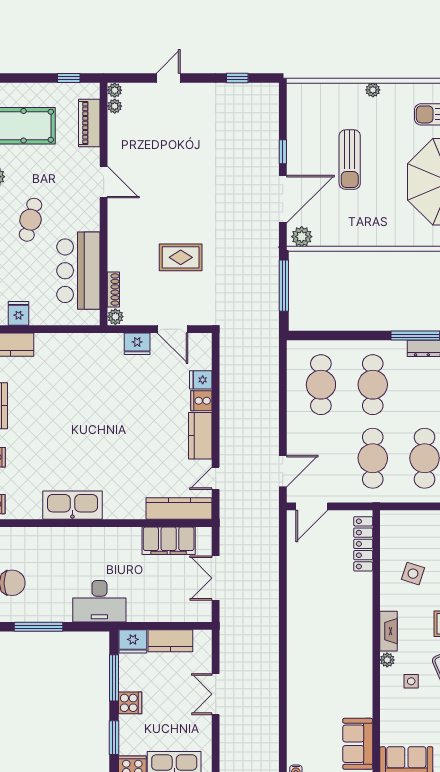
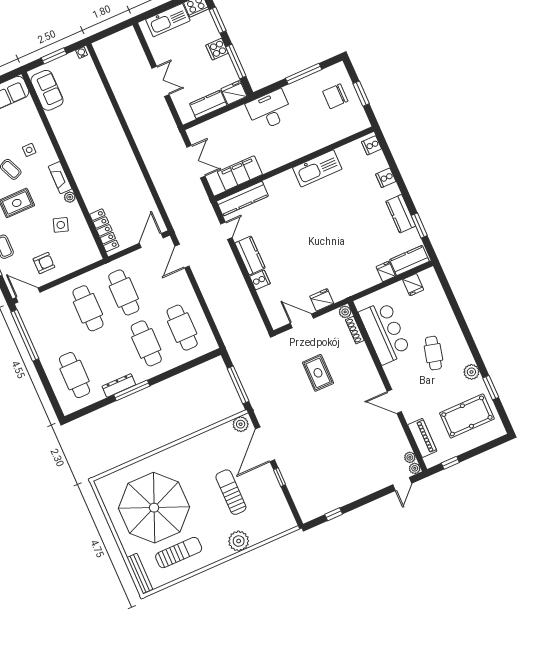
door: (168, 78) -> (402, 484), moved
plant: (373, 90) -> (239, 541), width x1.87, depth x1.87
rug: (181, 257) -> (318, 373), turned 90
fridge: (201, 380) -> (386, 271), moved, turned -90
plant: (387, 660) -> (70, 197), moved

